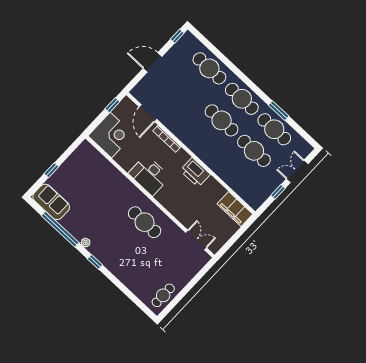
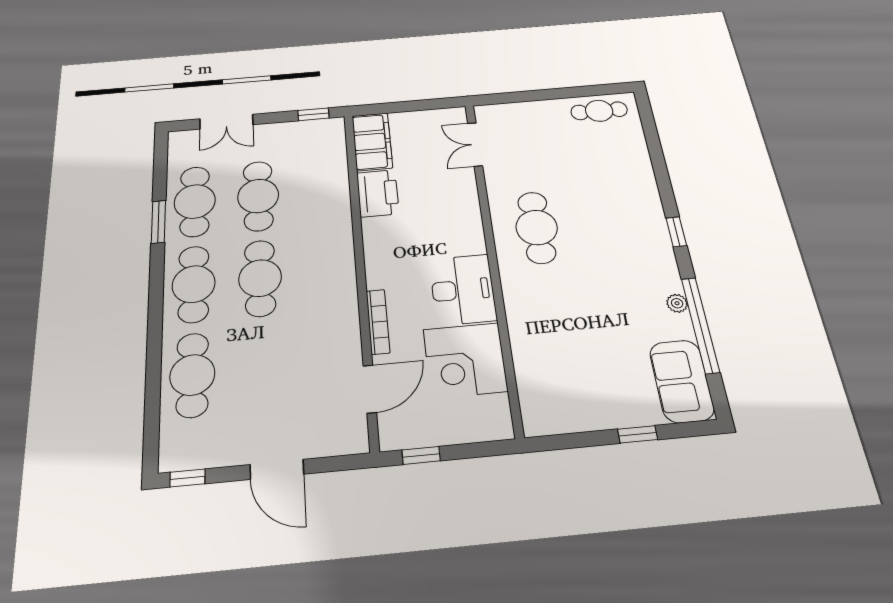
corner desk: (111, 135) -> (465, 360), moved, turned -90
printer: (195, 172) -> (378, 193), moved
window: (278, 192) -> (313, 114), moved
plant: (86, 243) -> (677, 303), moved

